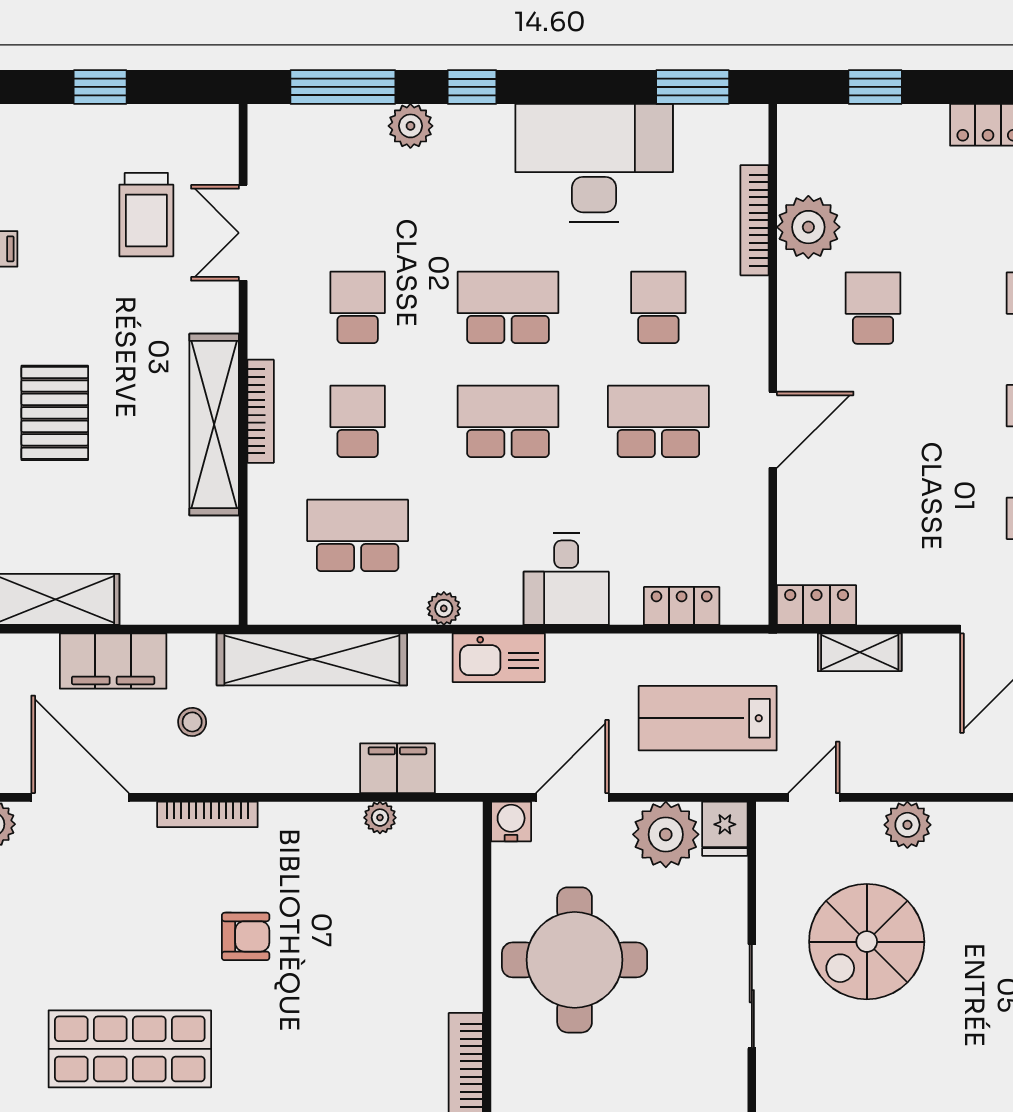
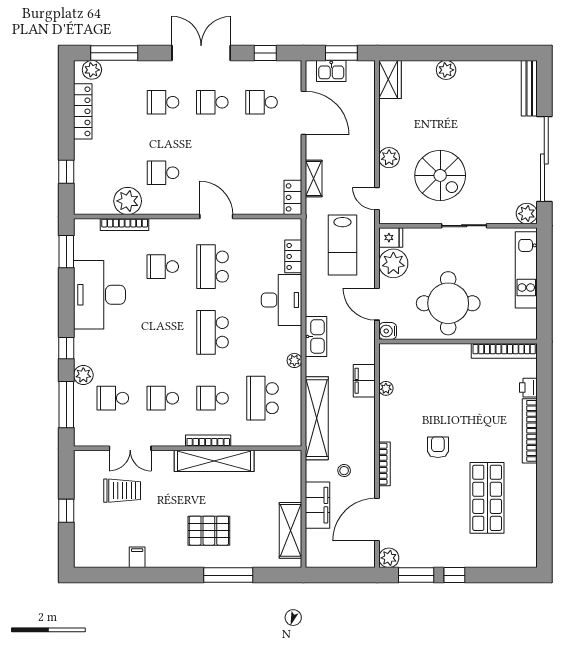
school desk: (508, 307) -> (113, 398), moved, width x0.54
desk: (566, 579) -> (282, 300), width x1.37

